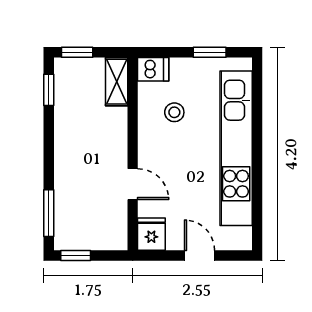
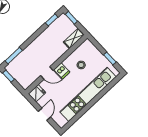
dishwasher: (153, 69) -> (62, 71), moved
door: (133, 184) -> (47, 73), hinge flipped

